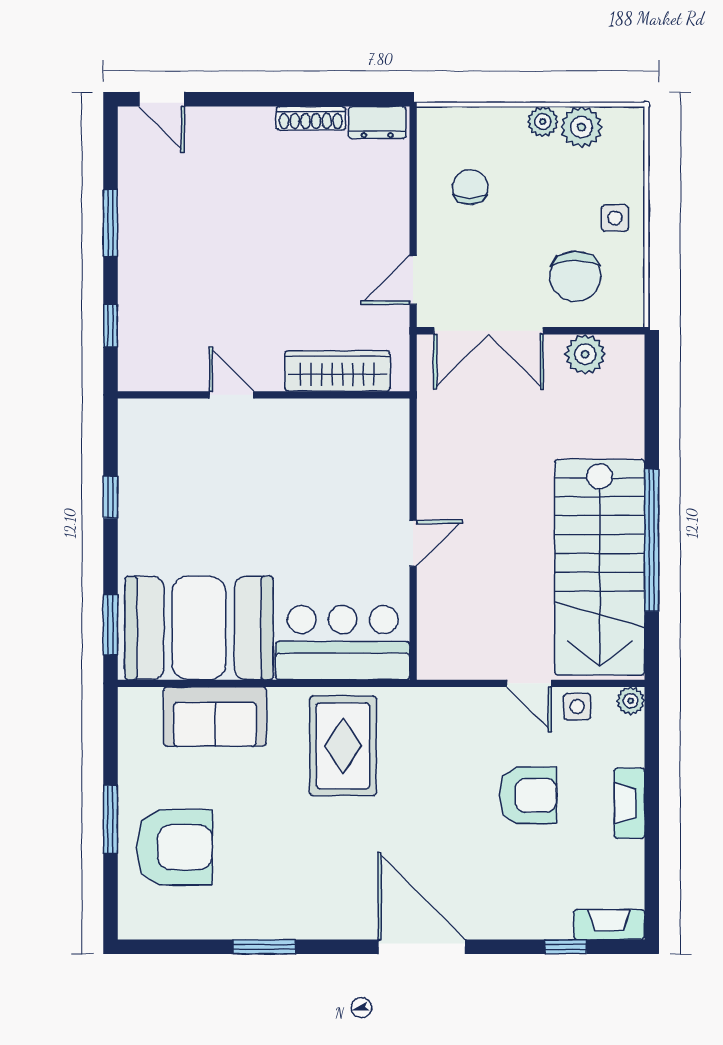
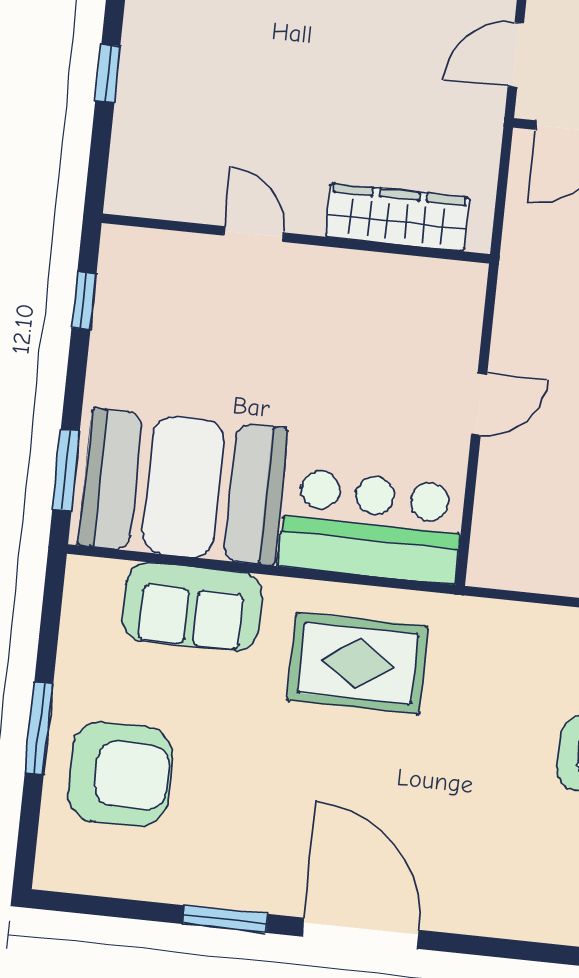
wardrobe: (337, 371) -> (397, 217), moved
door: (232, 395) -> (254, 234), moved
wall: (264, 395) -> (296, 239), moved
rug: (343, 746) -> (358, 663), turned 90
door: (422, 947) -> (361, 933), moved

